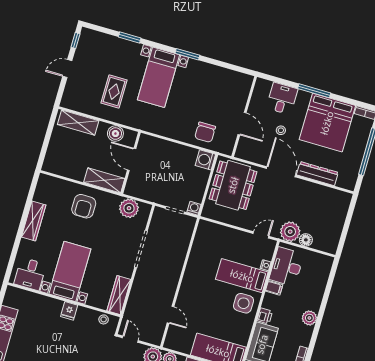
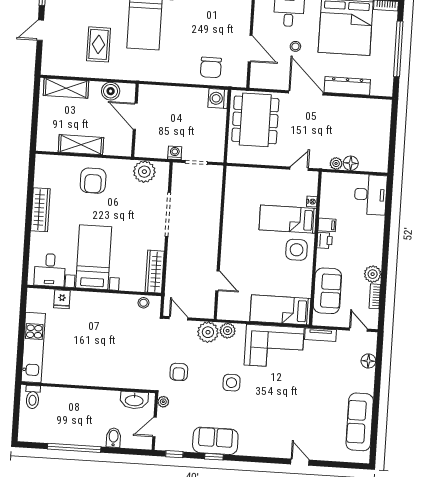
shelving: (104, 180) -> (81, 145), moved
washing machine: (194, 208) -> (175, 153), moved
plant: (290, 232) -> (336, 163), width x0.53, depth x0.53
desk: (287, 267) -> (370, 195), moved, turned 180
fridge: (69, 311) -> (62, 299), moved
printer: (265, 316) -> (325, 240), moved
plant: (309, 318) -> (373, 274), moved

